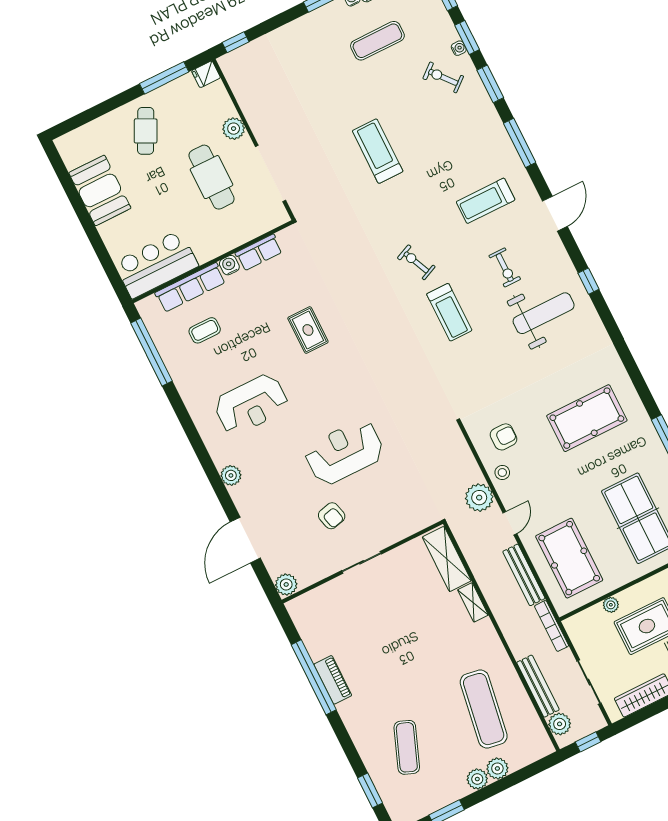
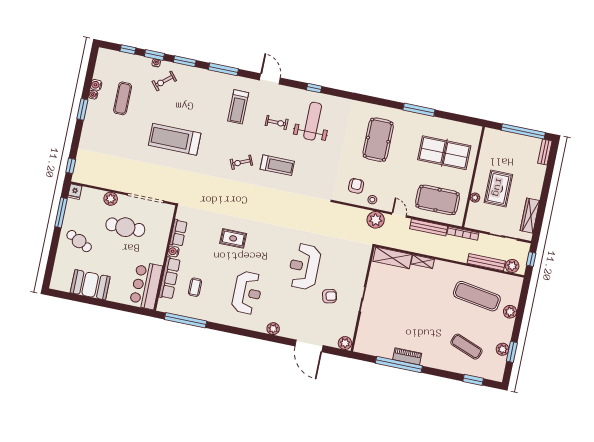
treadmill: (378, 151) -> (175, 139), width x1.37, depth x1.38
plant: (477, 779) -> (503, 349), moved

